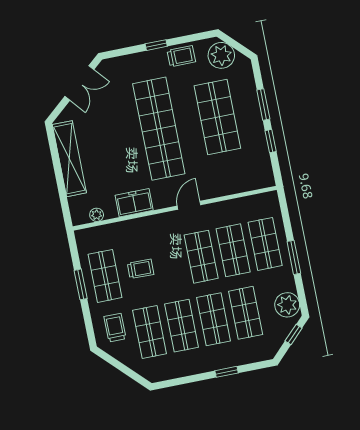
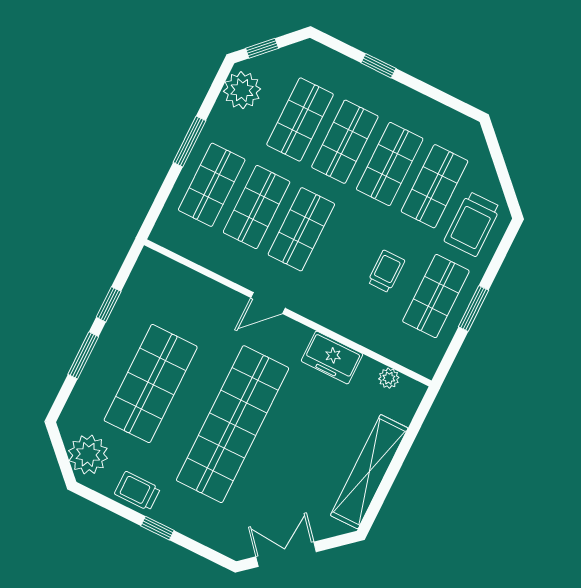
trolley: (141, 269) -> (386, 271), turned 89
trolley: (115, 328) -> (472, 224), width x1.36, depth x1.39

